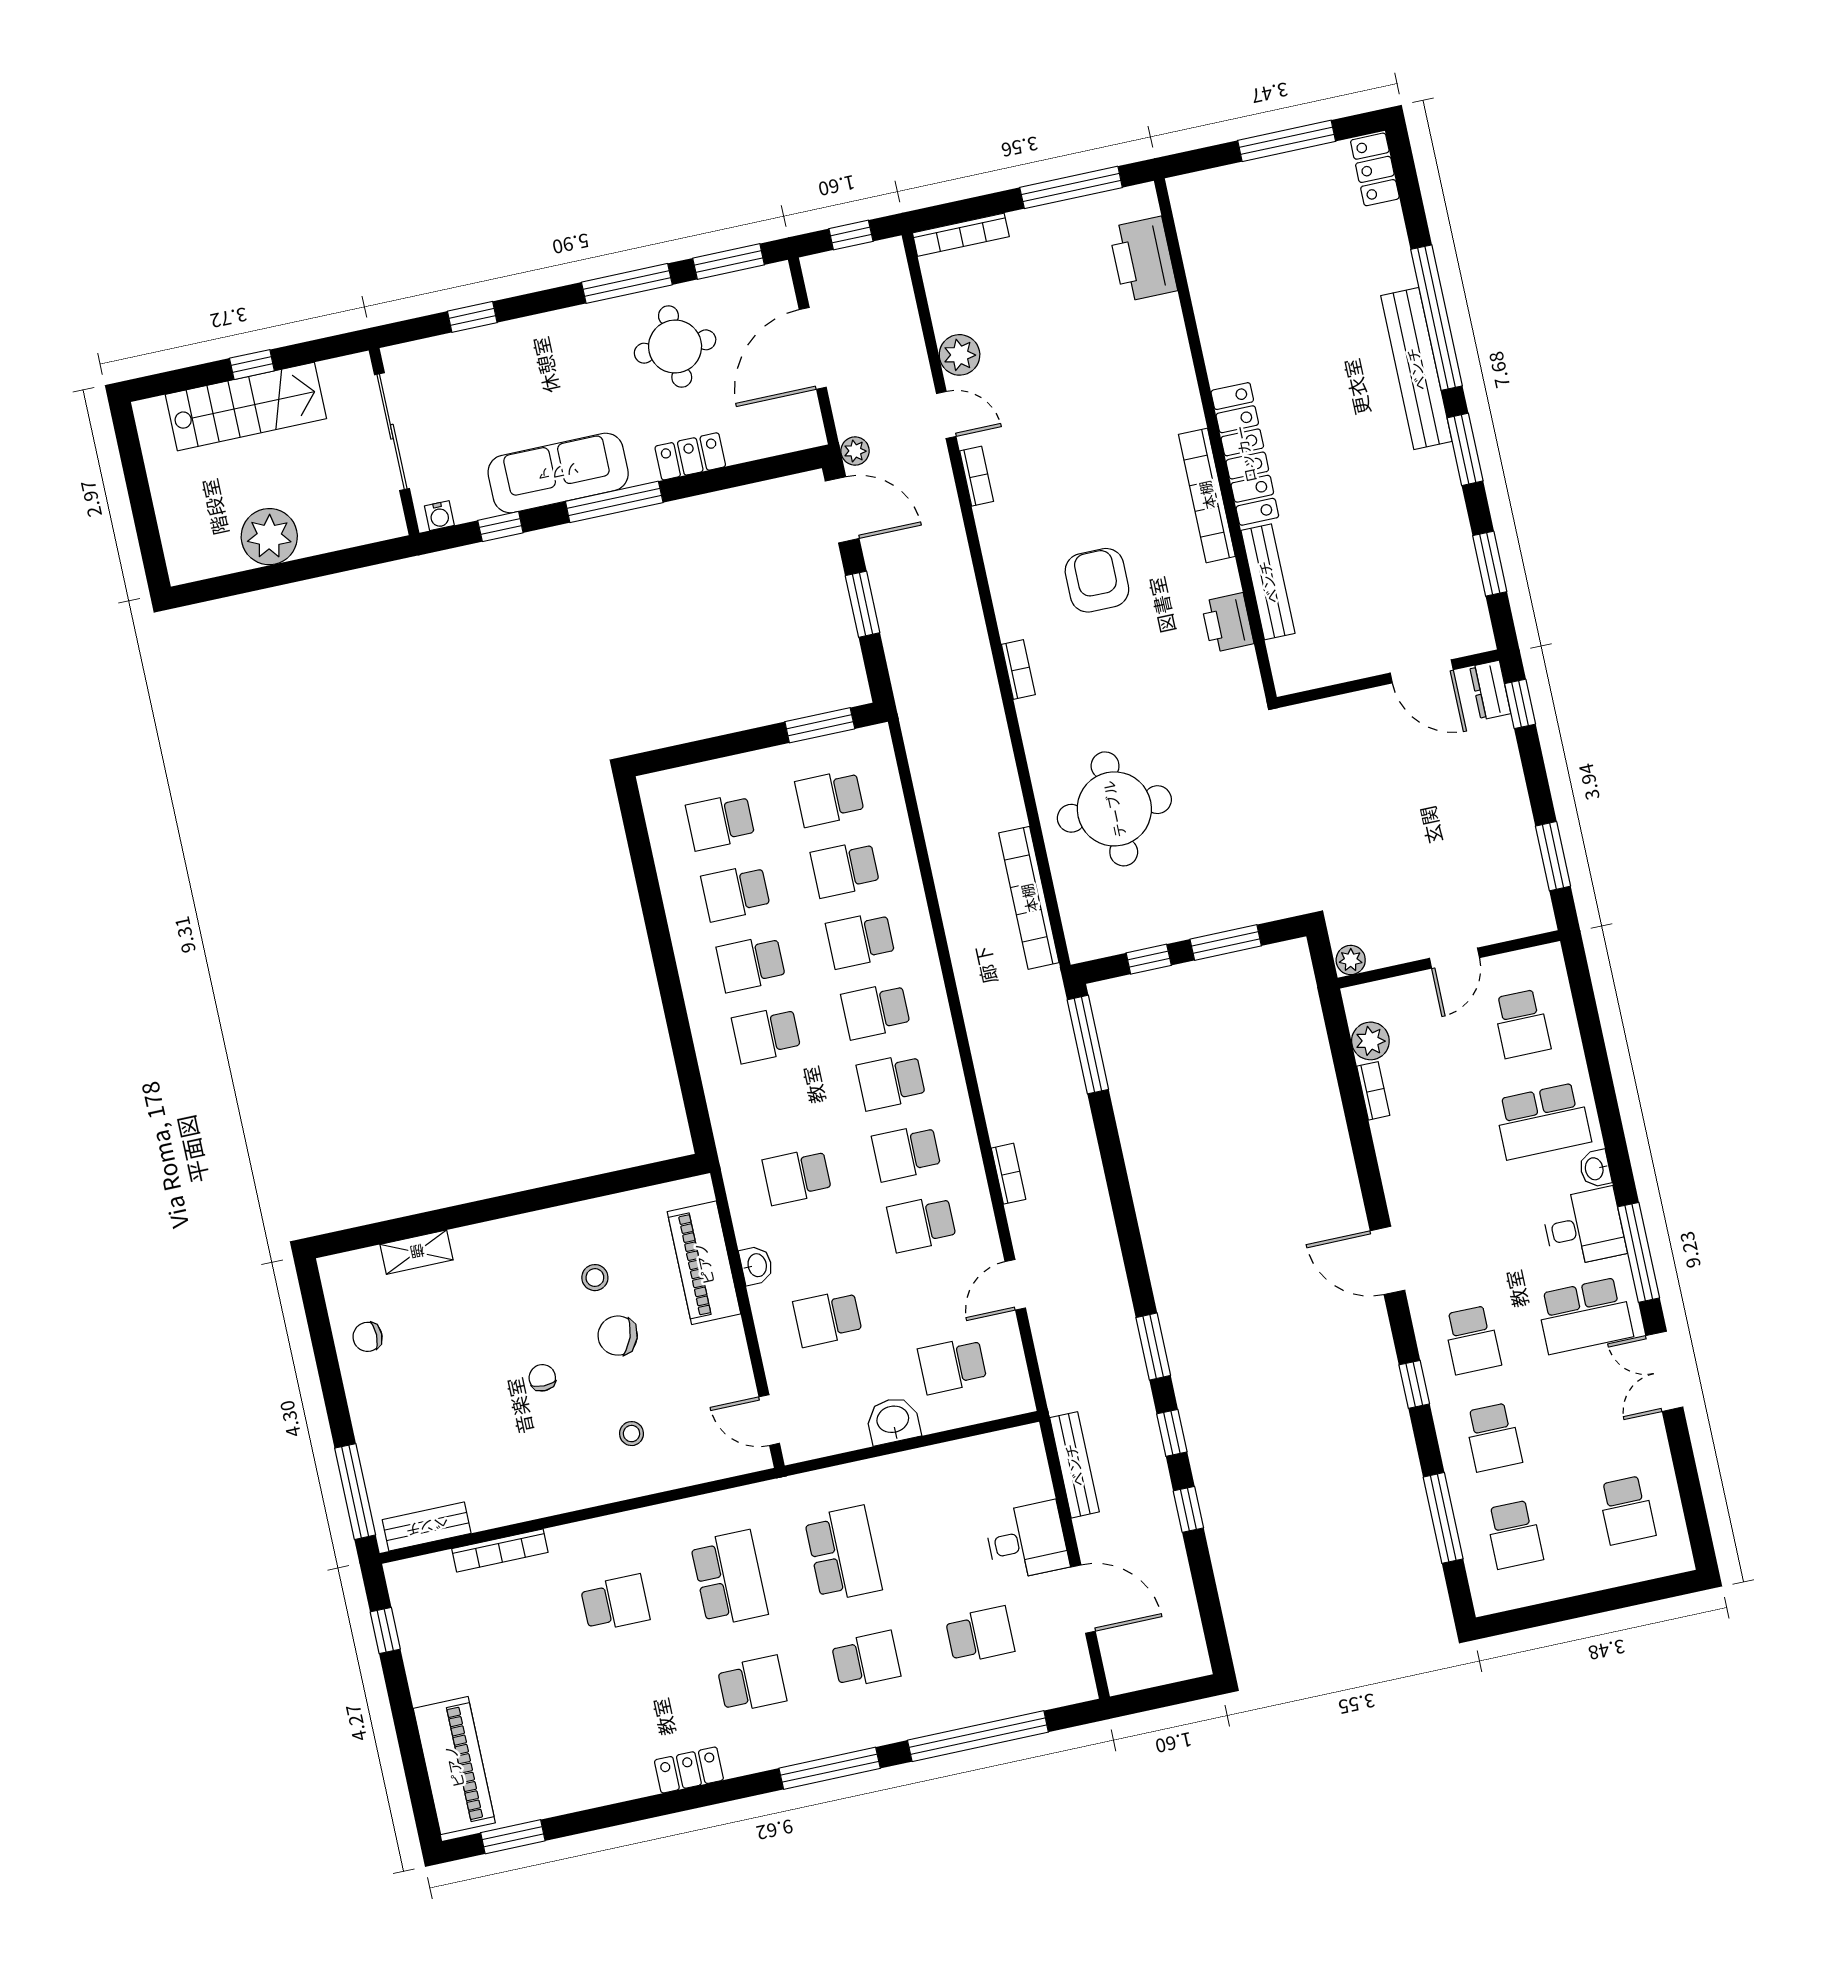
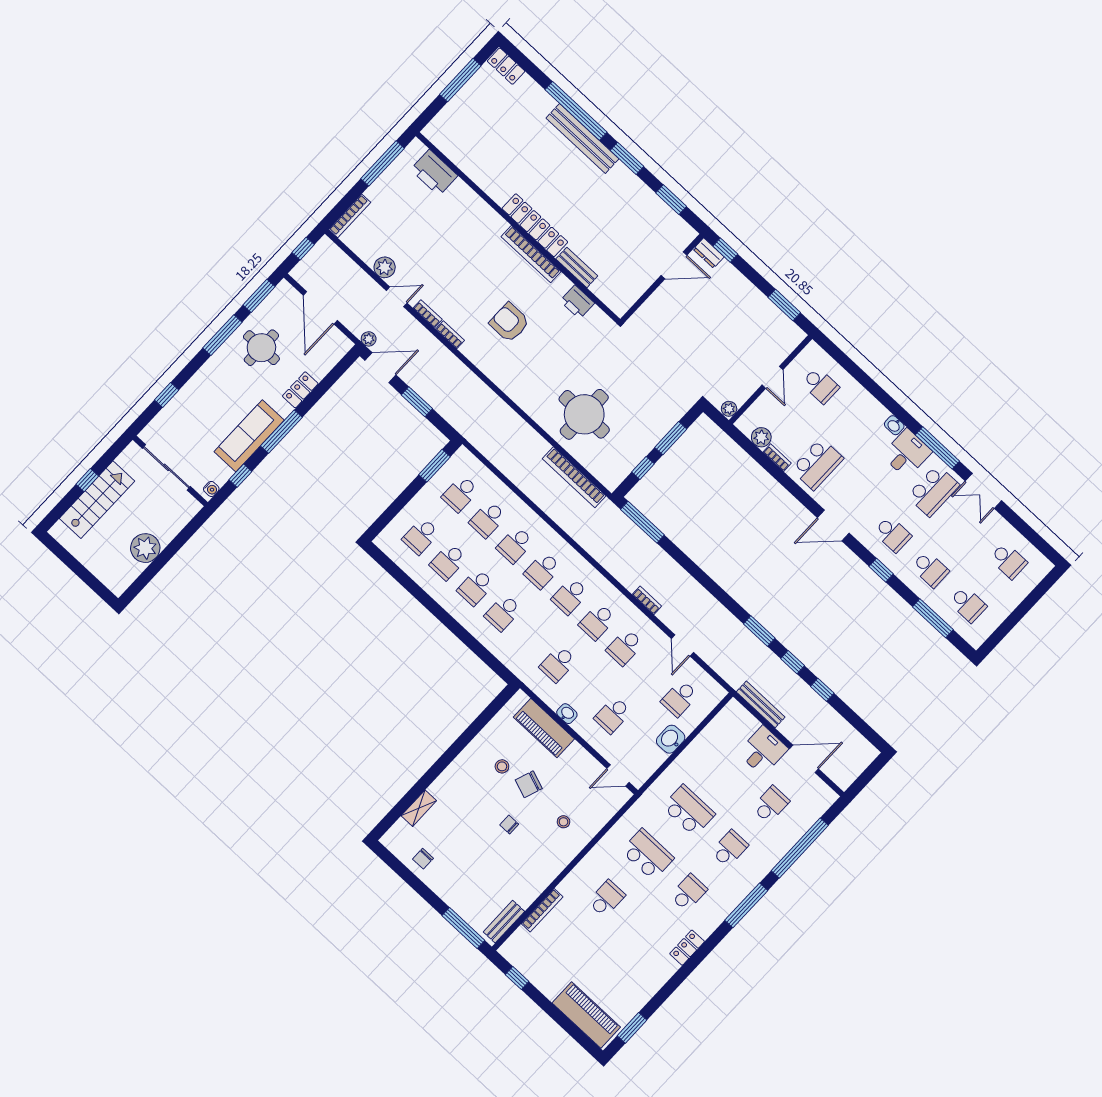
bench: (1268, 582) -> (577, 267), width x0.73
bookcase: (1018, 669) -> (450, 335), moved
school desk: (1543, 1121) -> (817, 464), moved

